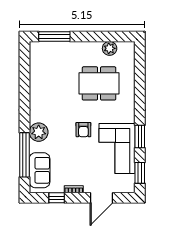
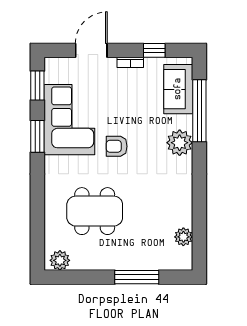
window: (54, 36) -> (137, 277), moved
plant: (110, 48) -> (60, 260), moved
plant: (36, 65) -> (183, 237), added
armchair: (83, 130) -> (117, 146), turned -90

